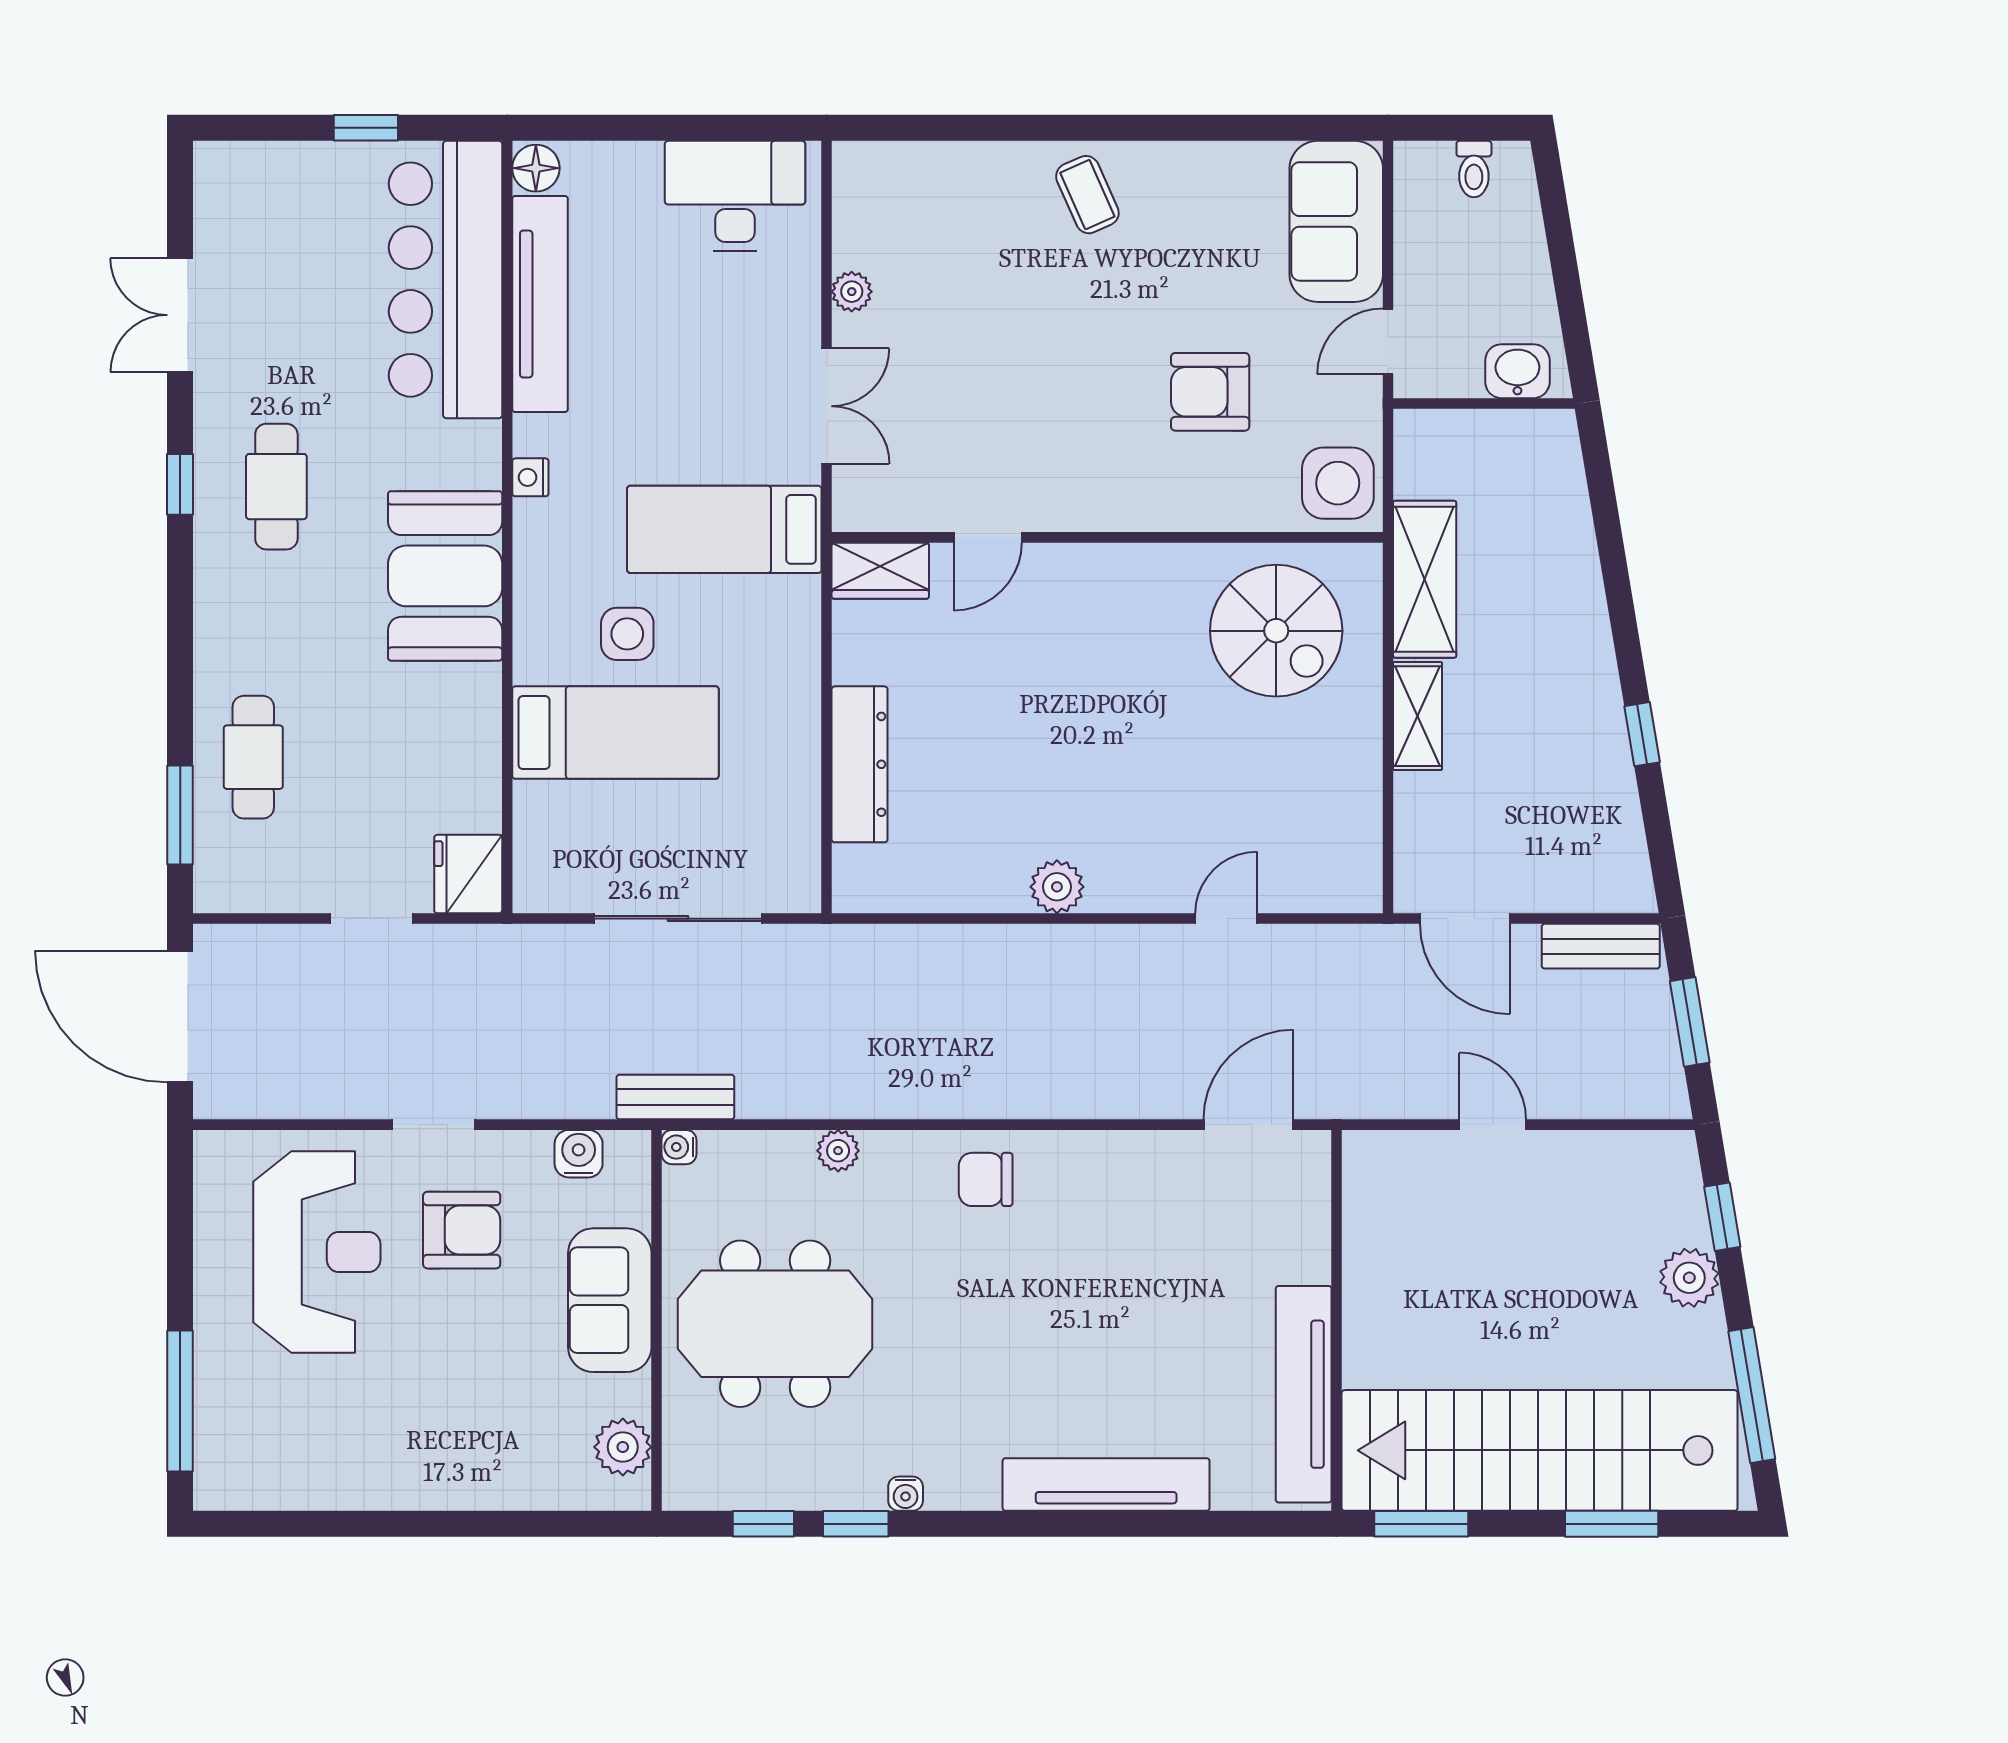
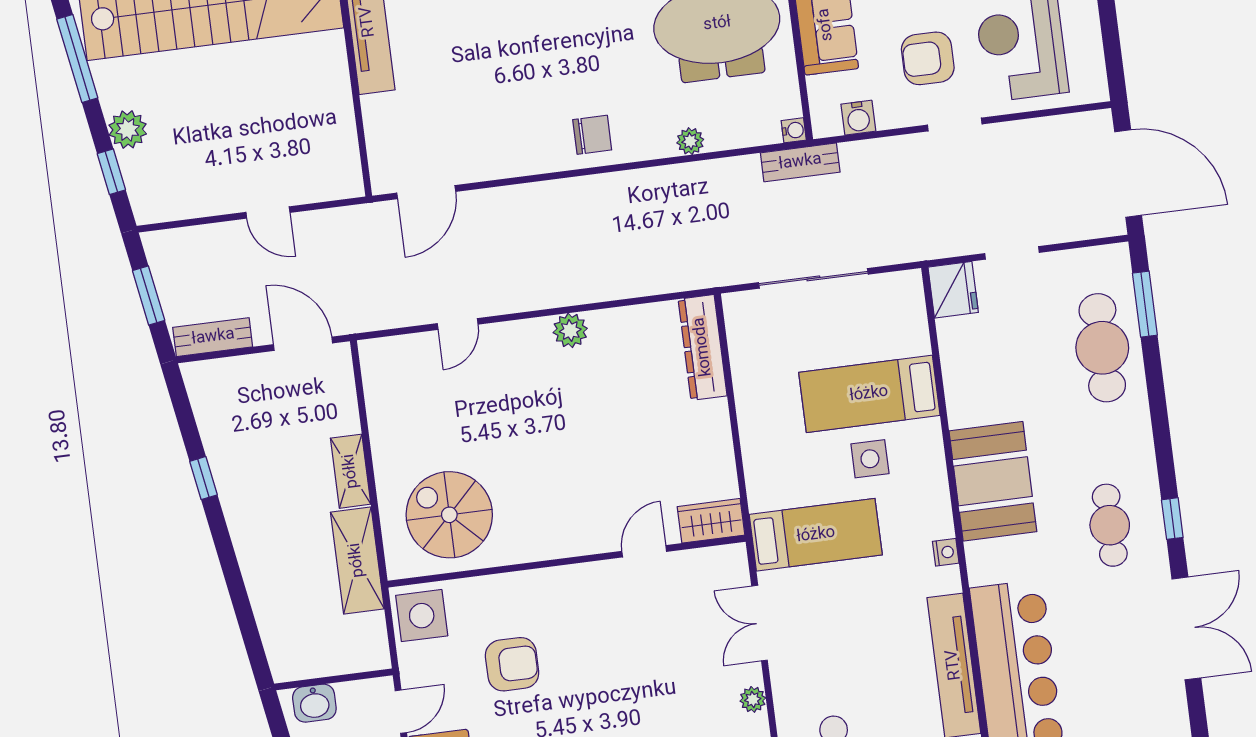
double door: (180, 315) -> (1186, 628), width x1.37
cafe table: (253, 757) -> (1102, 348), width x1.37, depth x1.35
dresser: (860, 764) -> (703, 347), moved

